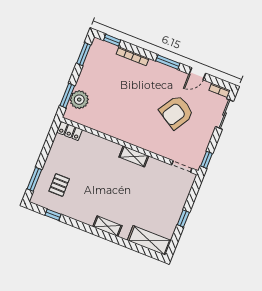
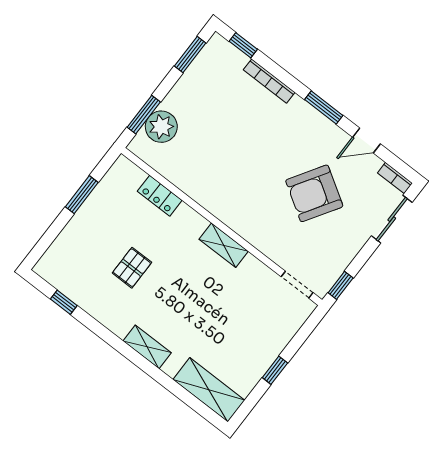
locker: (70, 131) -> (160, 196), moved
window: (34, 179) -> (82, 195), moved
pallet: (59, 185) -> (132, 268), moved

